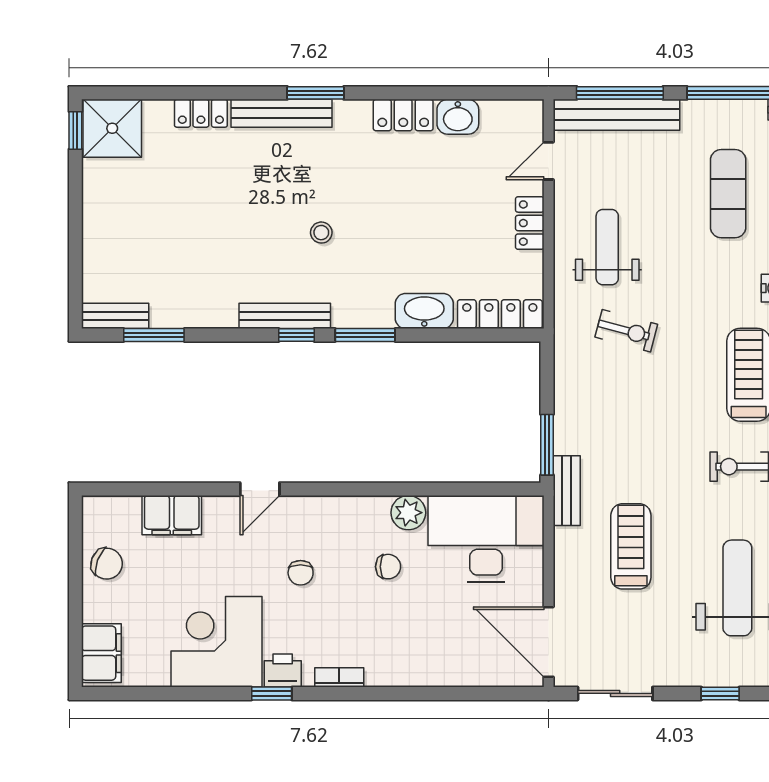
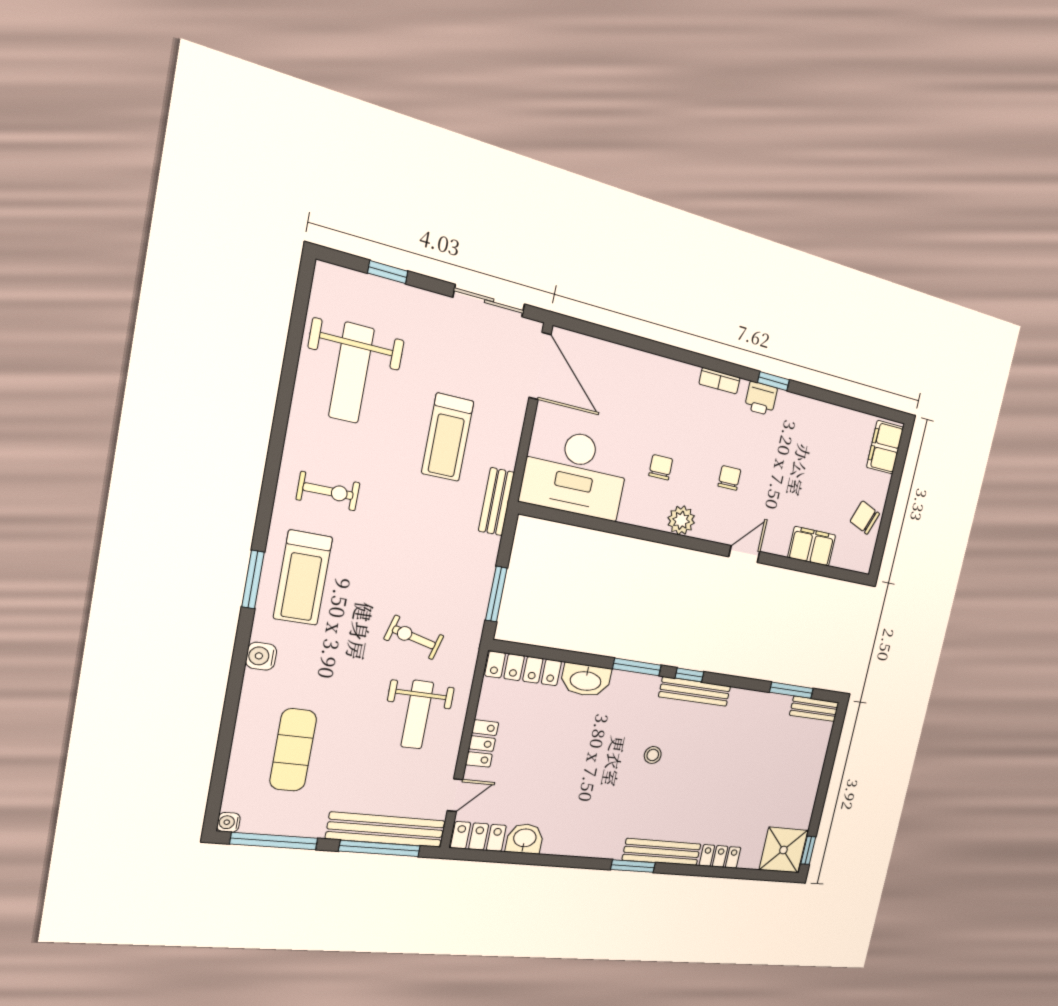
locker: (403, 115) -> (479, 837), moved
window: (547, 445) -> (496, 594), moved
plant: (408, 513) -> (681, 520), moved
chair: (388, 567) -> (661, 467), turned 90
corner desk: (216, 642) -> (804, 435), removed

